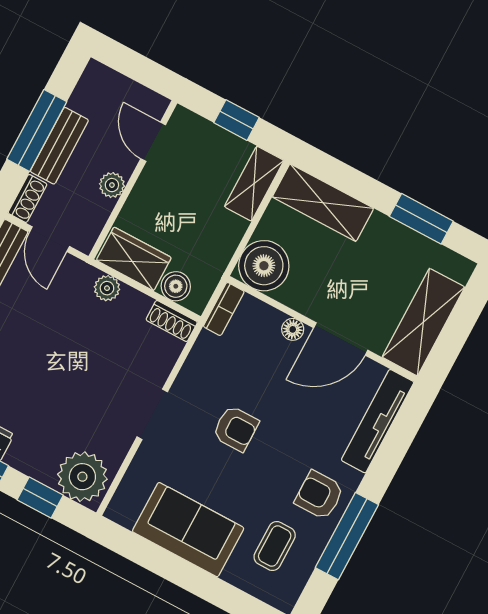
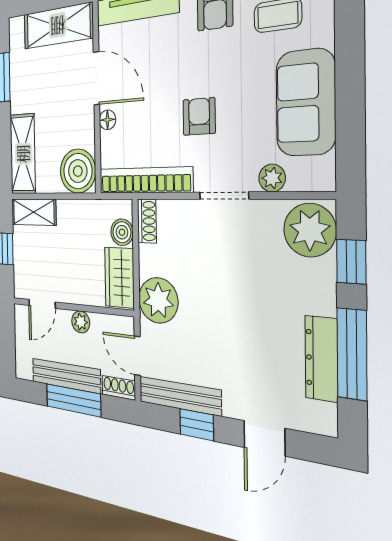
bench: (59, 146) -> (66, 376), width x1.36
door: (50, 239) -> (137, 356), swing flipped
plant: (107, 288) -> (158, 300), width x1.88, depth x1.88
bookcase: (224, 309) -> (145, 180), width x2.31, depth x1.31
plant: (143, 467) -> (272, 178), added

